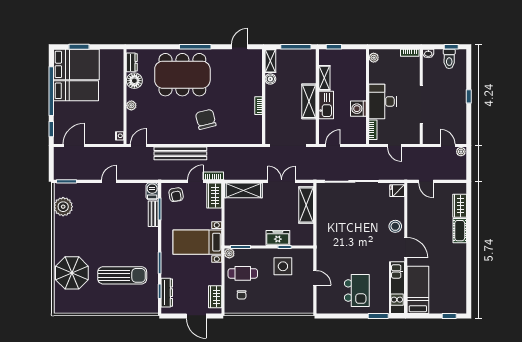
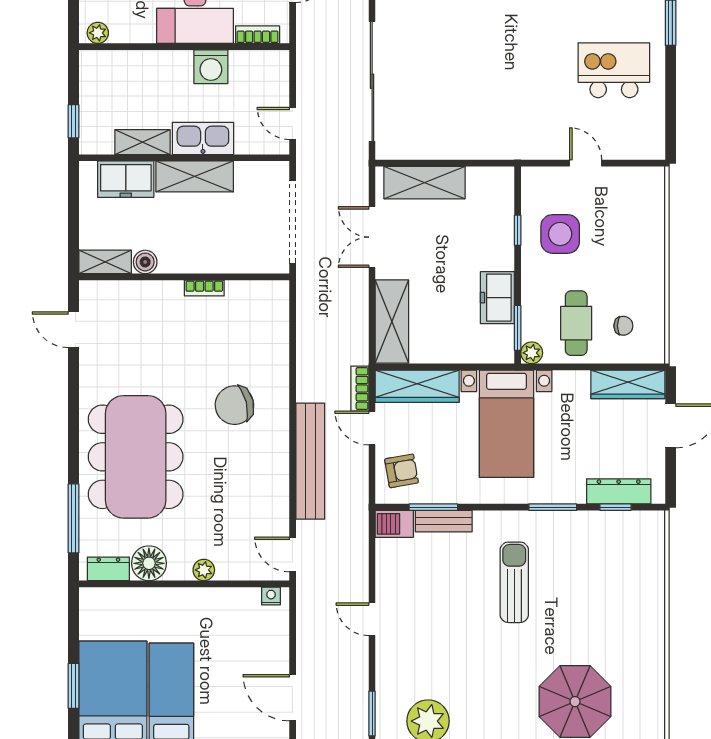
window: (195, 47) -> (73, 518), moved
window: (296, 47) -> (73, 205), removed
freezer: (308, 70) -> (126, 179), added
wardrobe: (214, 195) -> (417, 386), width x1.50
freezer: (278, 238) -> (497, 298), moved
sun lounger: (122, 275) -> (514, 582), moved, width x0.73, depth x0.75
door: (315, 278) -> (586, 163), hinge flipped
wardrobe: (215, 297) -> (628, 384), width x1.50

